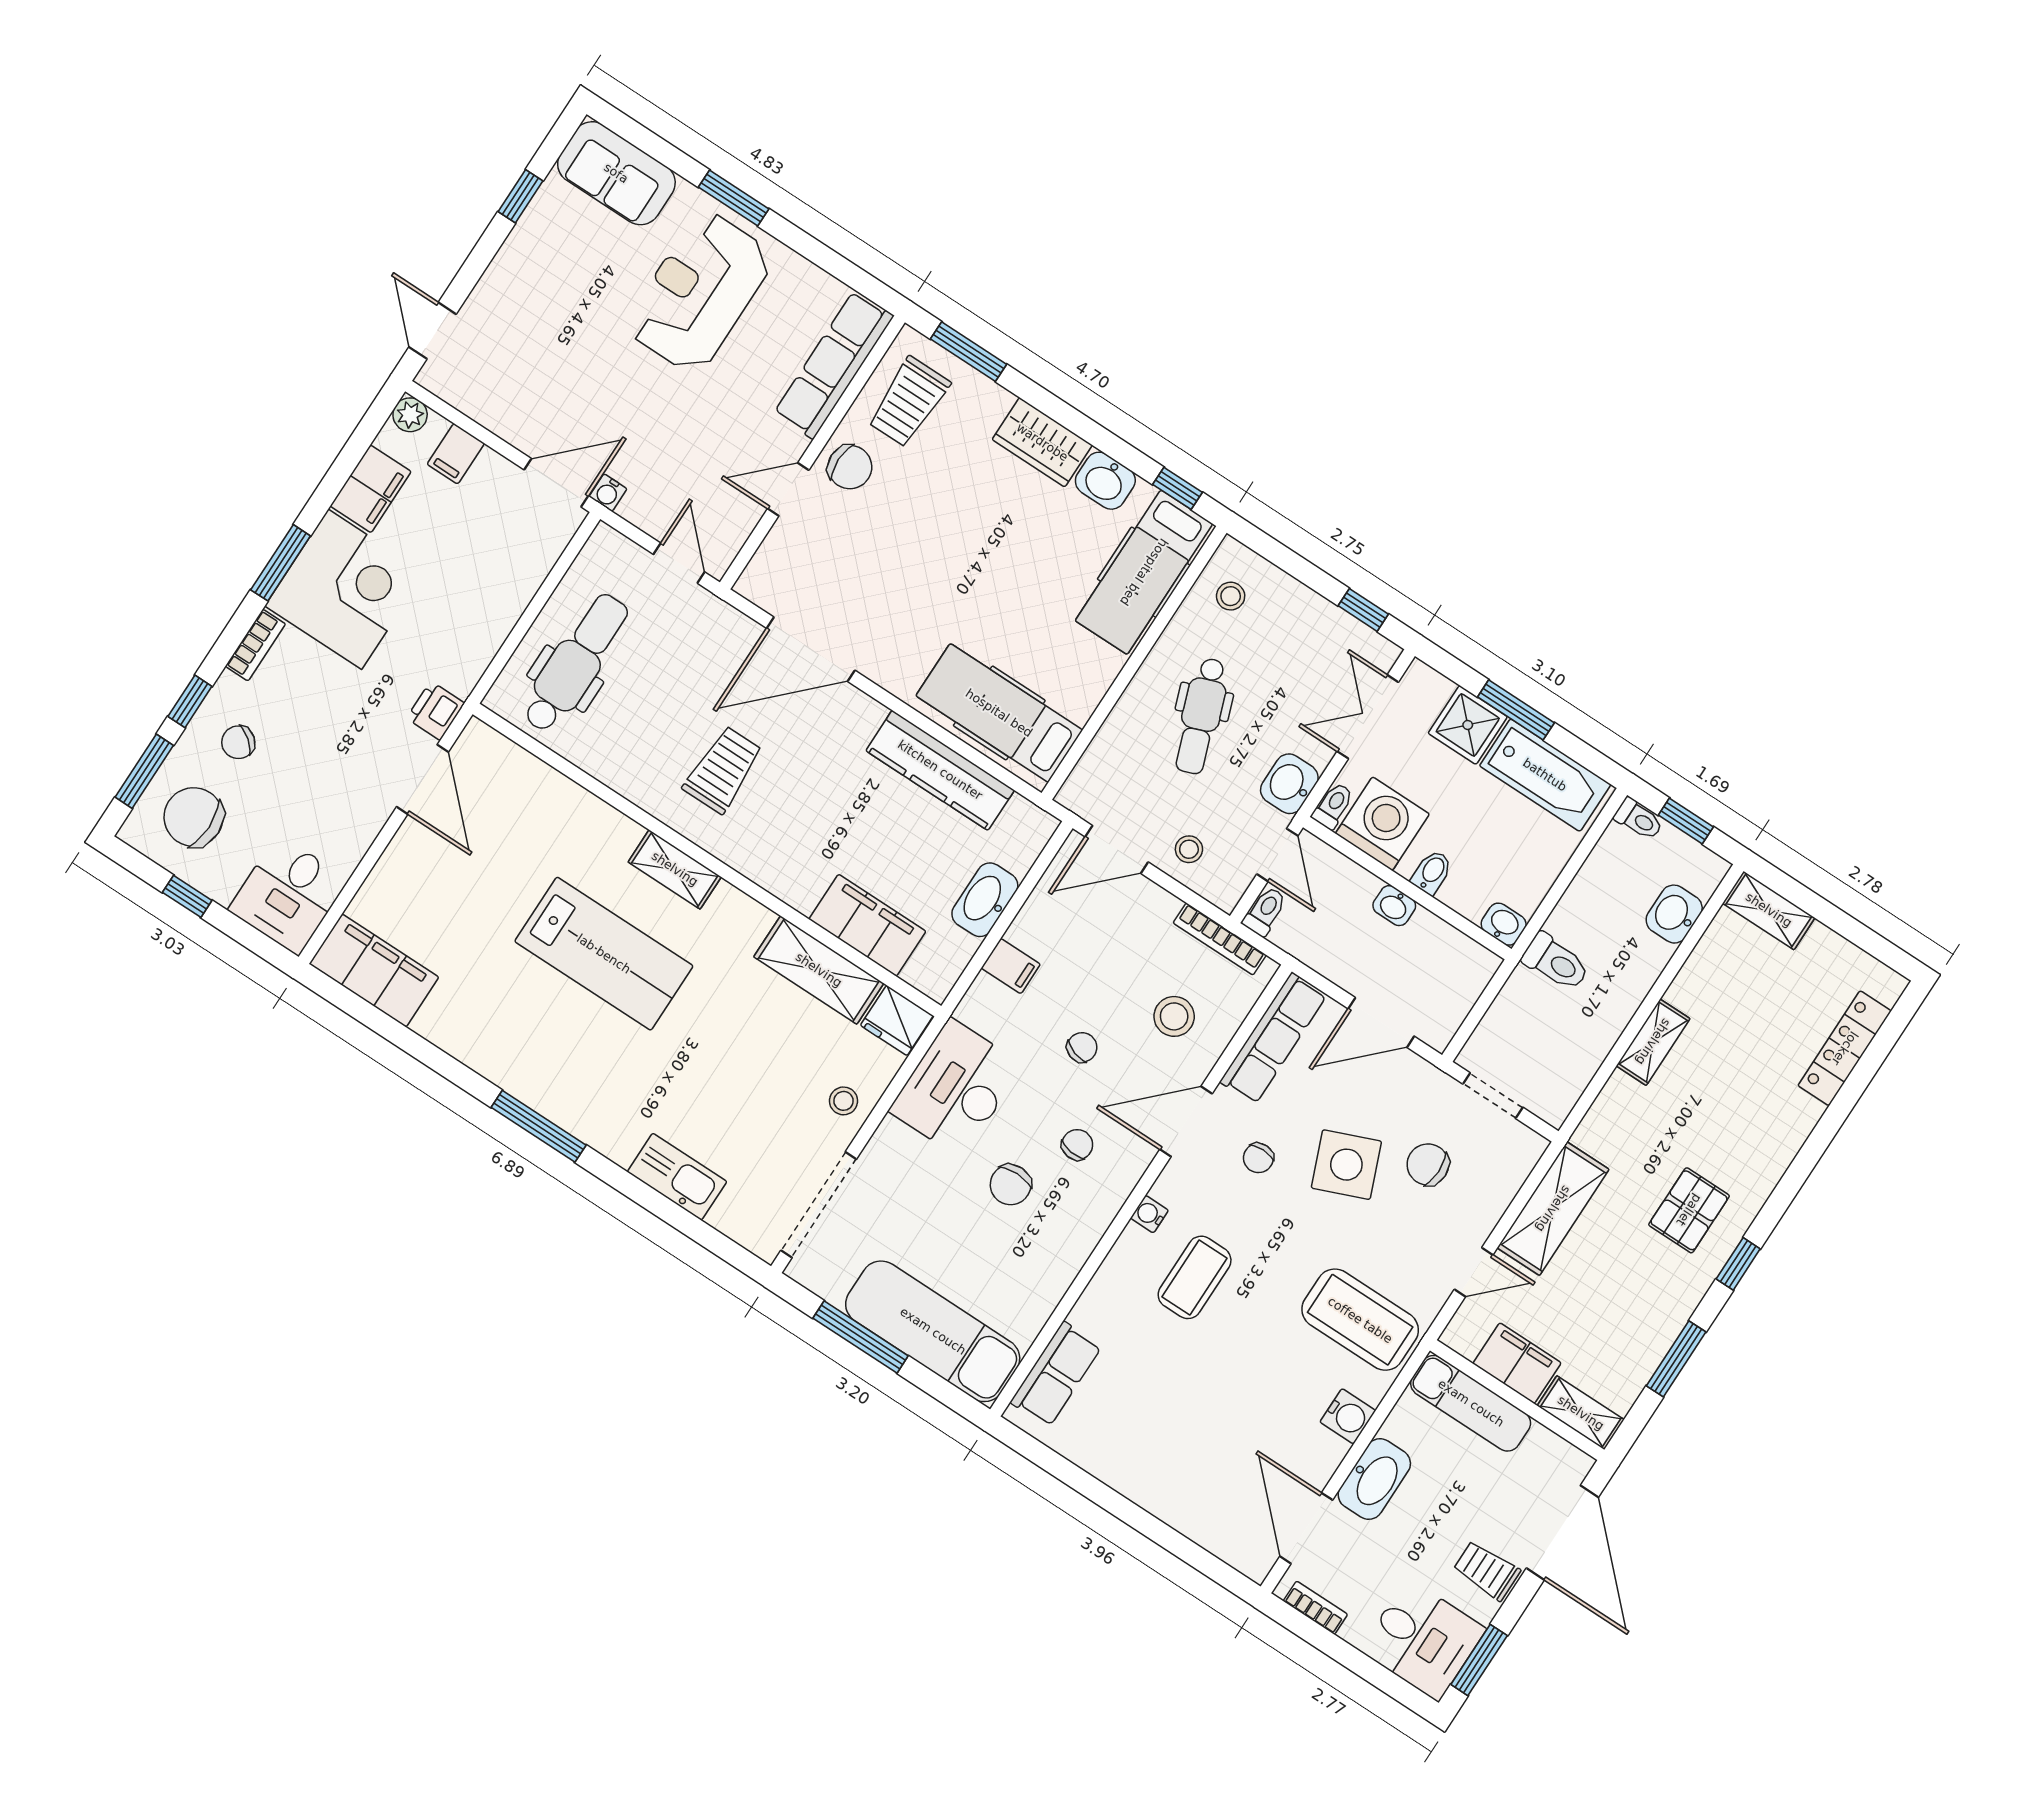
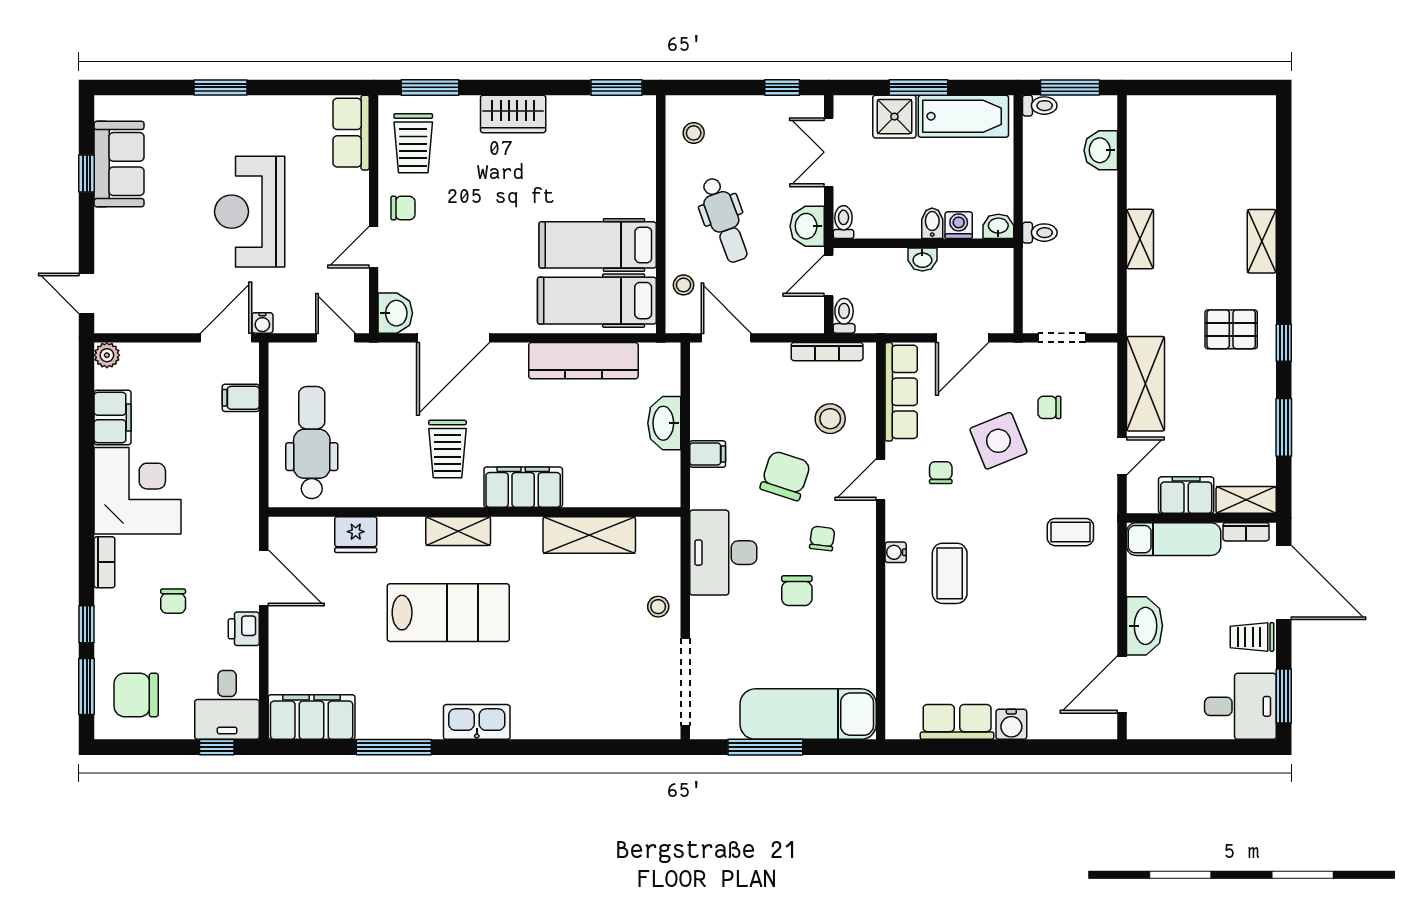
sofa: (616, 173) -> (119, 164), moved, turned -90
reception desk: (700, 292) -> (250, 212), moved
row of seats: (834, 365) -> (351, 133), width x0.68
filing cabinet: (456, 454) -> (241, 398), moved, turned 90
chair: (850, 467) -> (403, 208), width x0.73, depth x0.73
washbasin: (1105, 481) -> (395, 313), moved, turned -90
window: (1177, 488) -> (616, 87), width x1.50
window: (281, 563) -> (87, 501), removed
hospital bed: (1144, 572) -> (598, 245), moved, turned 90
printer: (435, 711) -> (244, 629), moved
chair: (238, 742) -> (173, 601), moved, turned -38
trolley: (723, 770) -> (447, 449), turned 180
window: (1686, 821) -> (1070, 87), width x1.50
washing machine: (1382, 824) -> (959, 225), moved, width x0.53, depth x0.53
door: (1117, 849) -> (726, 338), swing flipped
stool: (1189, 849) -> (684, 285), moved
door: (1277, 855) -> (829, 276), swing flipped
window: (187, 896) -> (217, 747), moved
shelving: (1769, 910) -> (1262, 241), moved, turned 90
filing cabinet: (867, 925) -> (523, 487), moved
toilet: (1556, 962) -> (1040, 233), width x0.73, depth x0.72
fridge: (897, 1020) -> (356, 535), moved
chair: (1082, 1047) -> (785, 476), width x1.87, depth x1.87
locker: (1845, 1048) -> (1262, 164), removed
door: (1186, 1121) -> (881, 479), width x0.73
window: (539, 1126) -> (394, 747), moved
chair: (1258, 1158) -> (941, 473), turned 180
chair: (1428, 1165) -> (1049, 407), width x0.73, depth x0.73
kitchen sink: (677, 1177) -> (477, 722), moved
pallet: (1689, 1210) -> (1231, 329), turned 90
coffee table: (1360, 1320) -> (1070, 532), width x0.54, depth x0.58
row of seats: (1056, 1374) -> (957, 722), moved, turned -90
water cooler: (1348, 1416) -> (1011, 724), moved, turned 90
door: (1306, 1528) -> (1122, 684), hinge flipped
bookcase: (1315, 1608) -> (1246, 532), moved, turned 180

